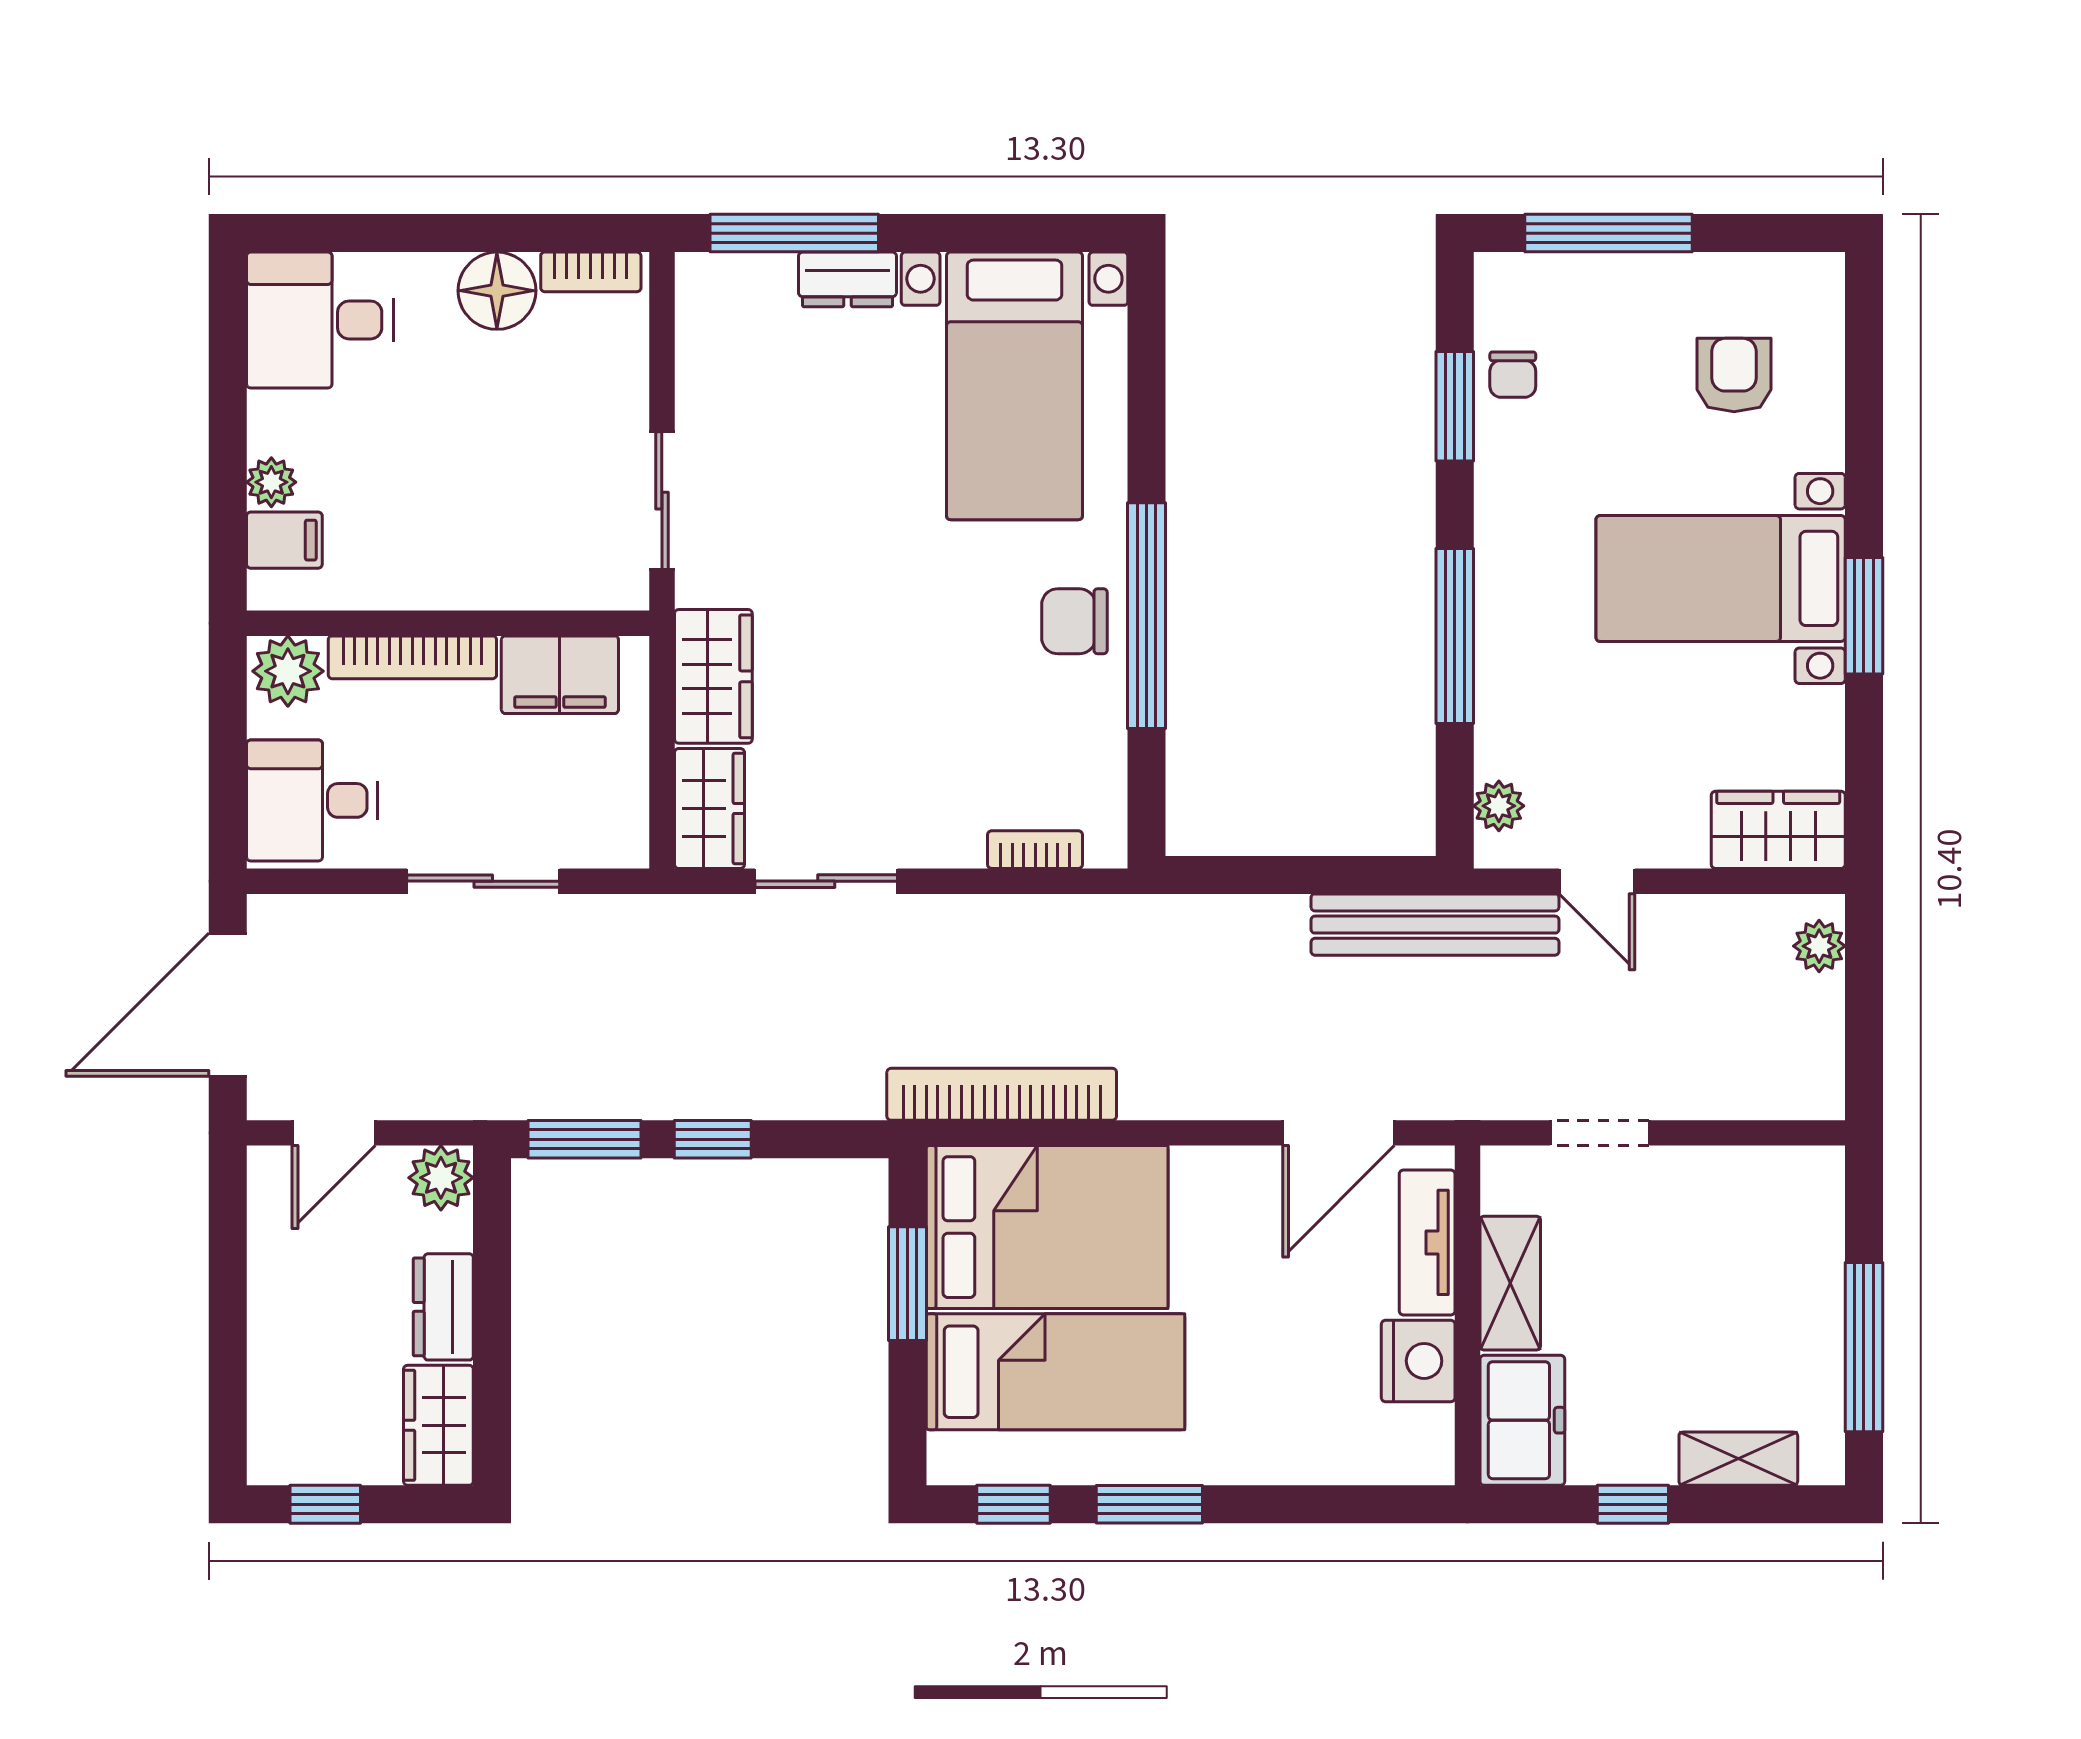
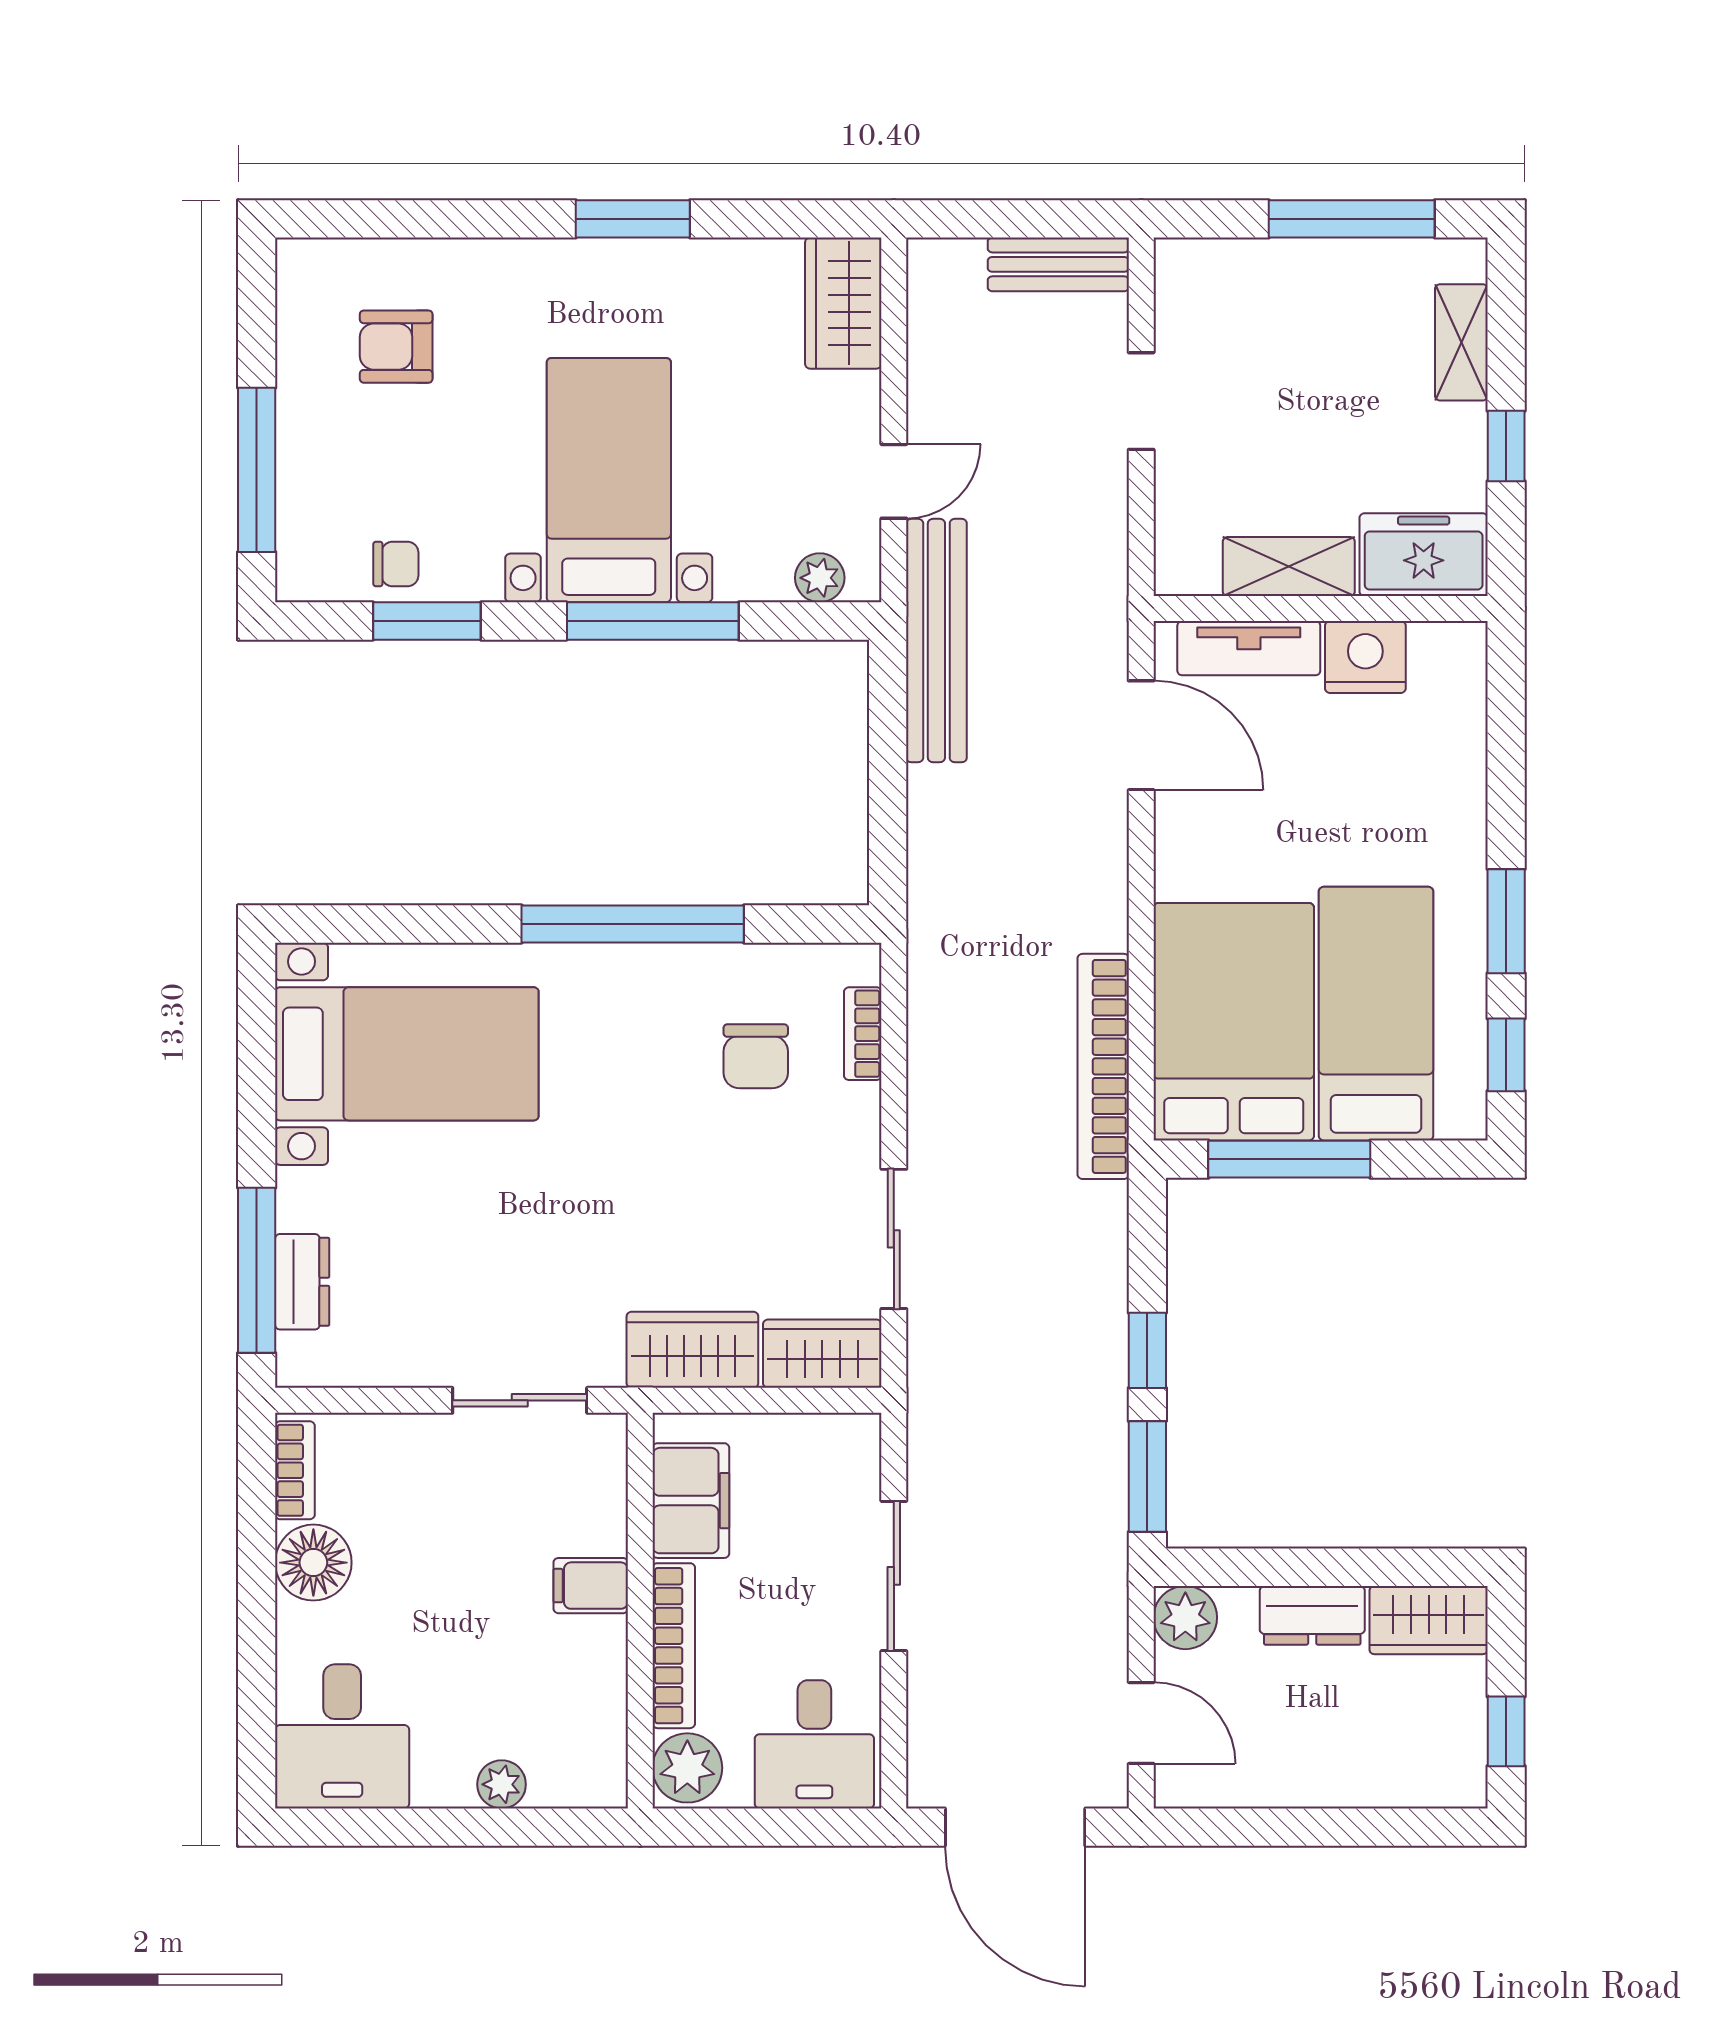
dresser: (847, 279) -> (302, 1282), moved
filing cabinet: (284, 540) -> (591, 1586), moved, turned -90
bed with nightstands: (1721, 578) -> (609, 480), moved, turned 180
chair: (1074, 621) -> (756, 1056), moved
plant: (1819, 946) -> (957, 263), removed
bench: (1818, 1049) -> (1058, 264), added
doorway: (1600, 1133) -> (1141, 401), moved
window: (907, 1284) -> (1289, 1159), width x1.44

